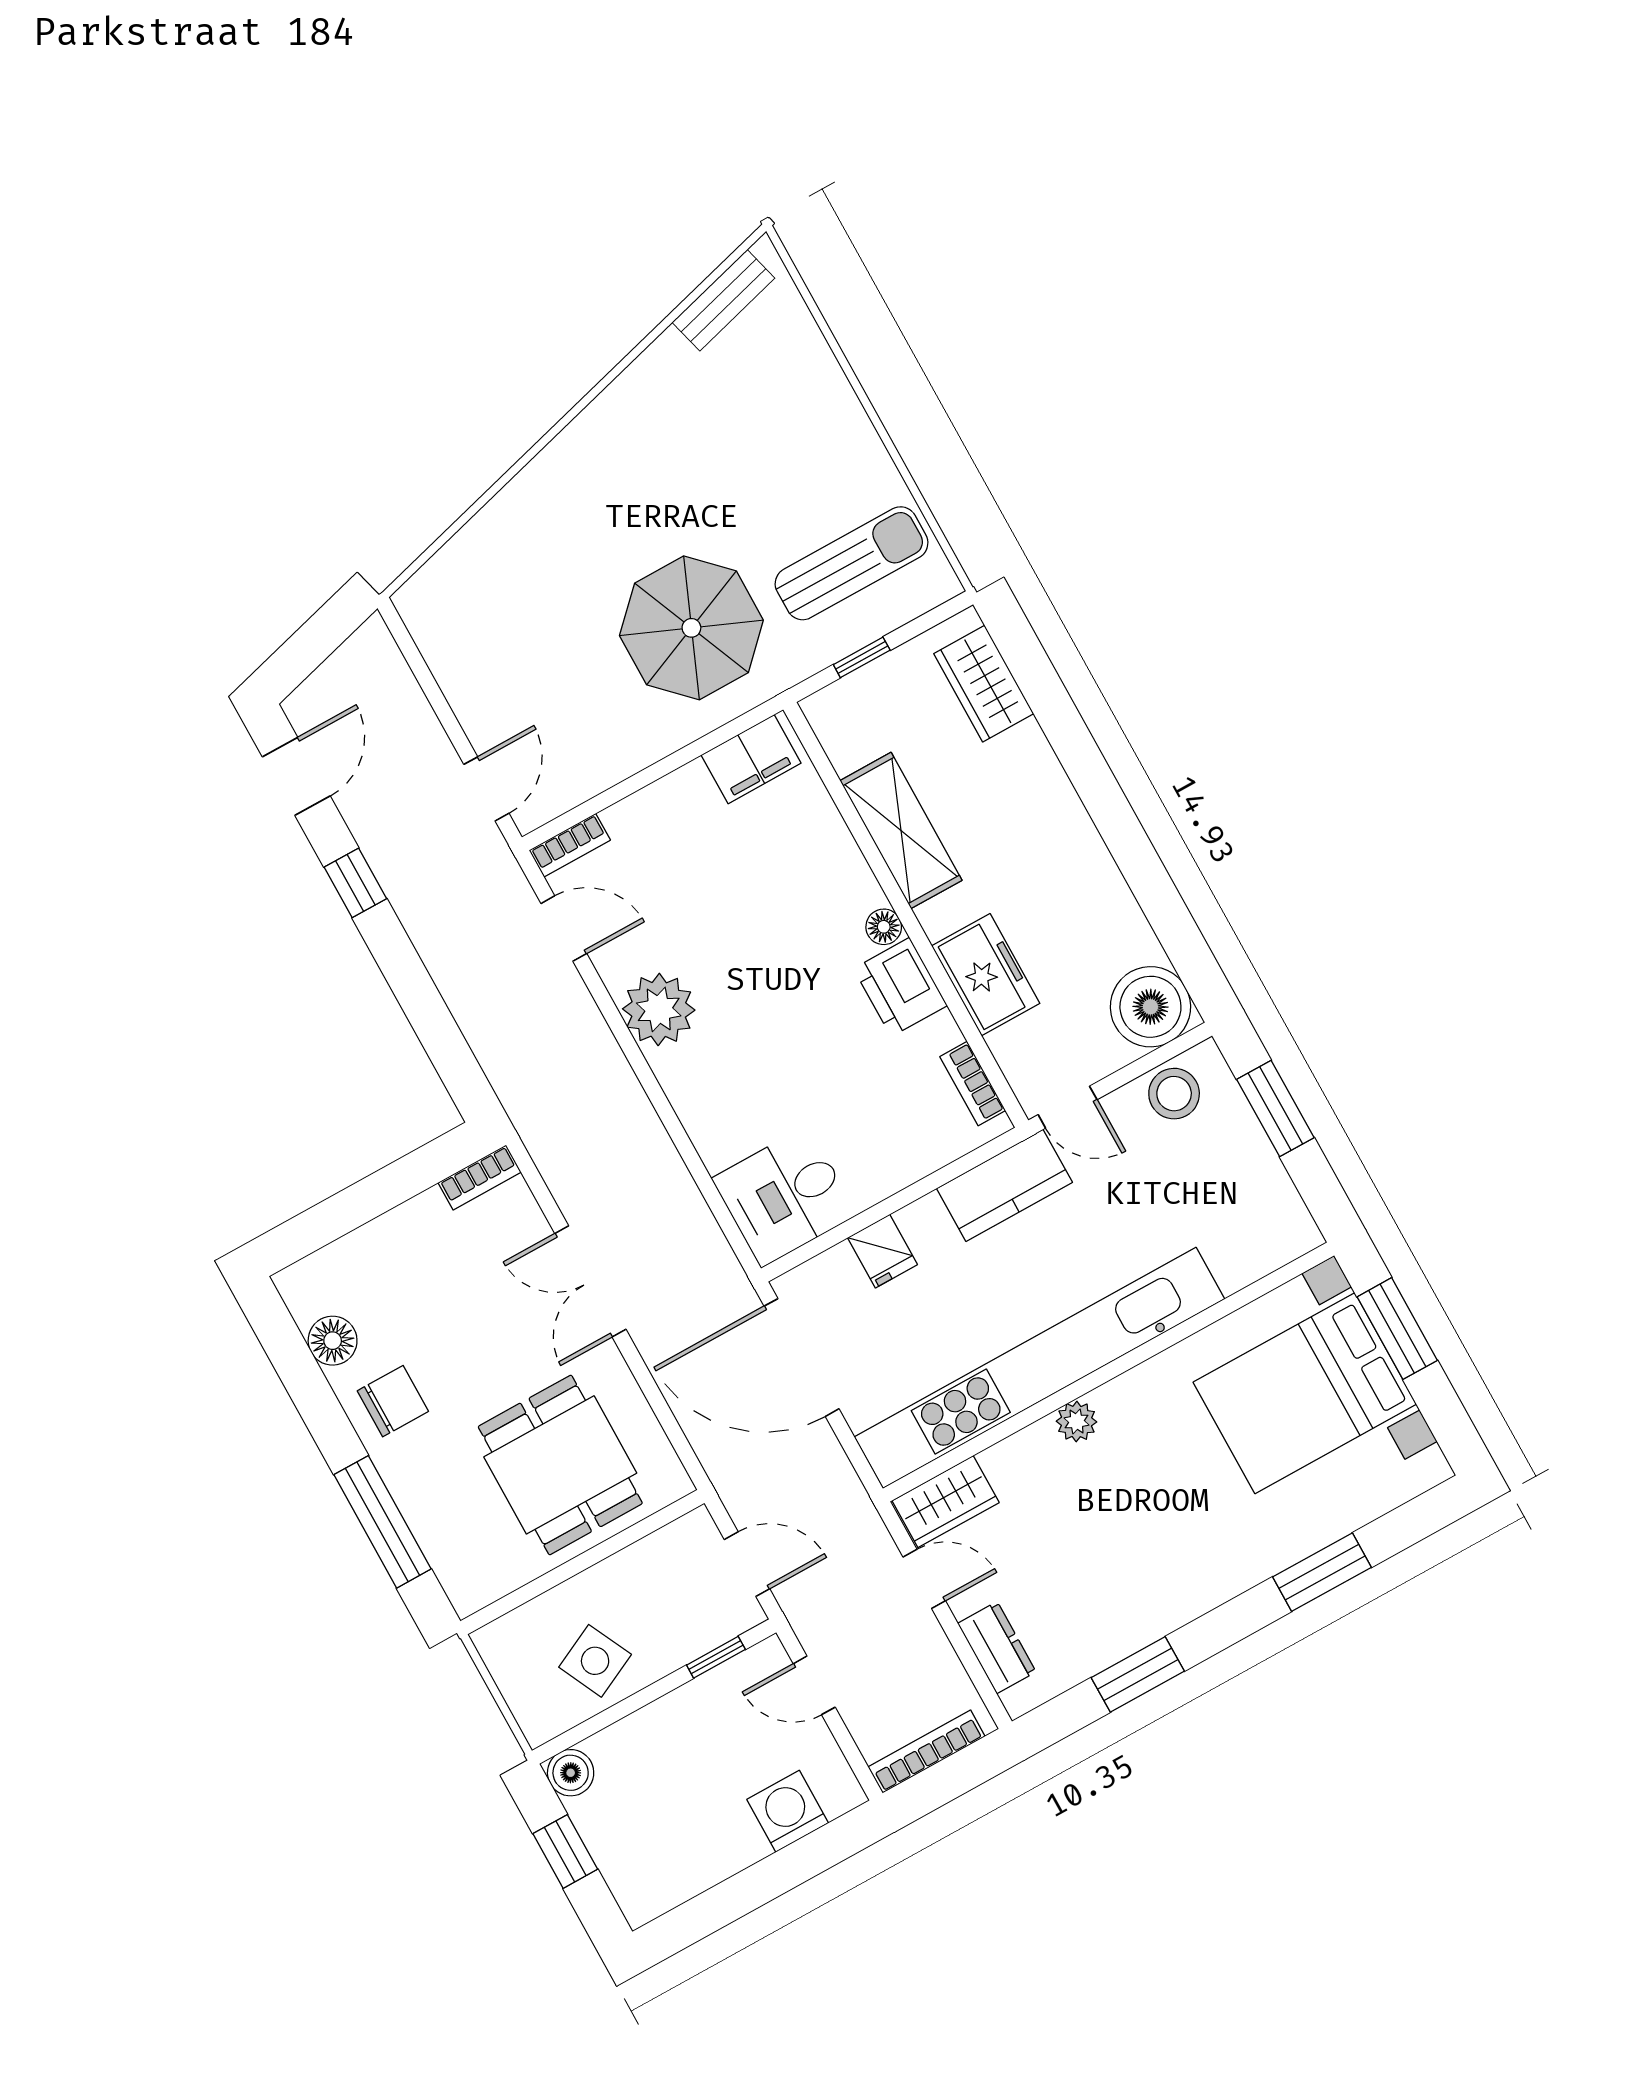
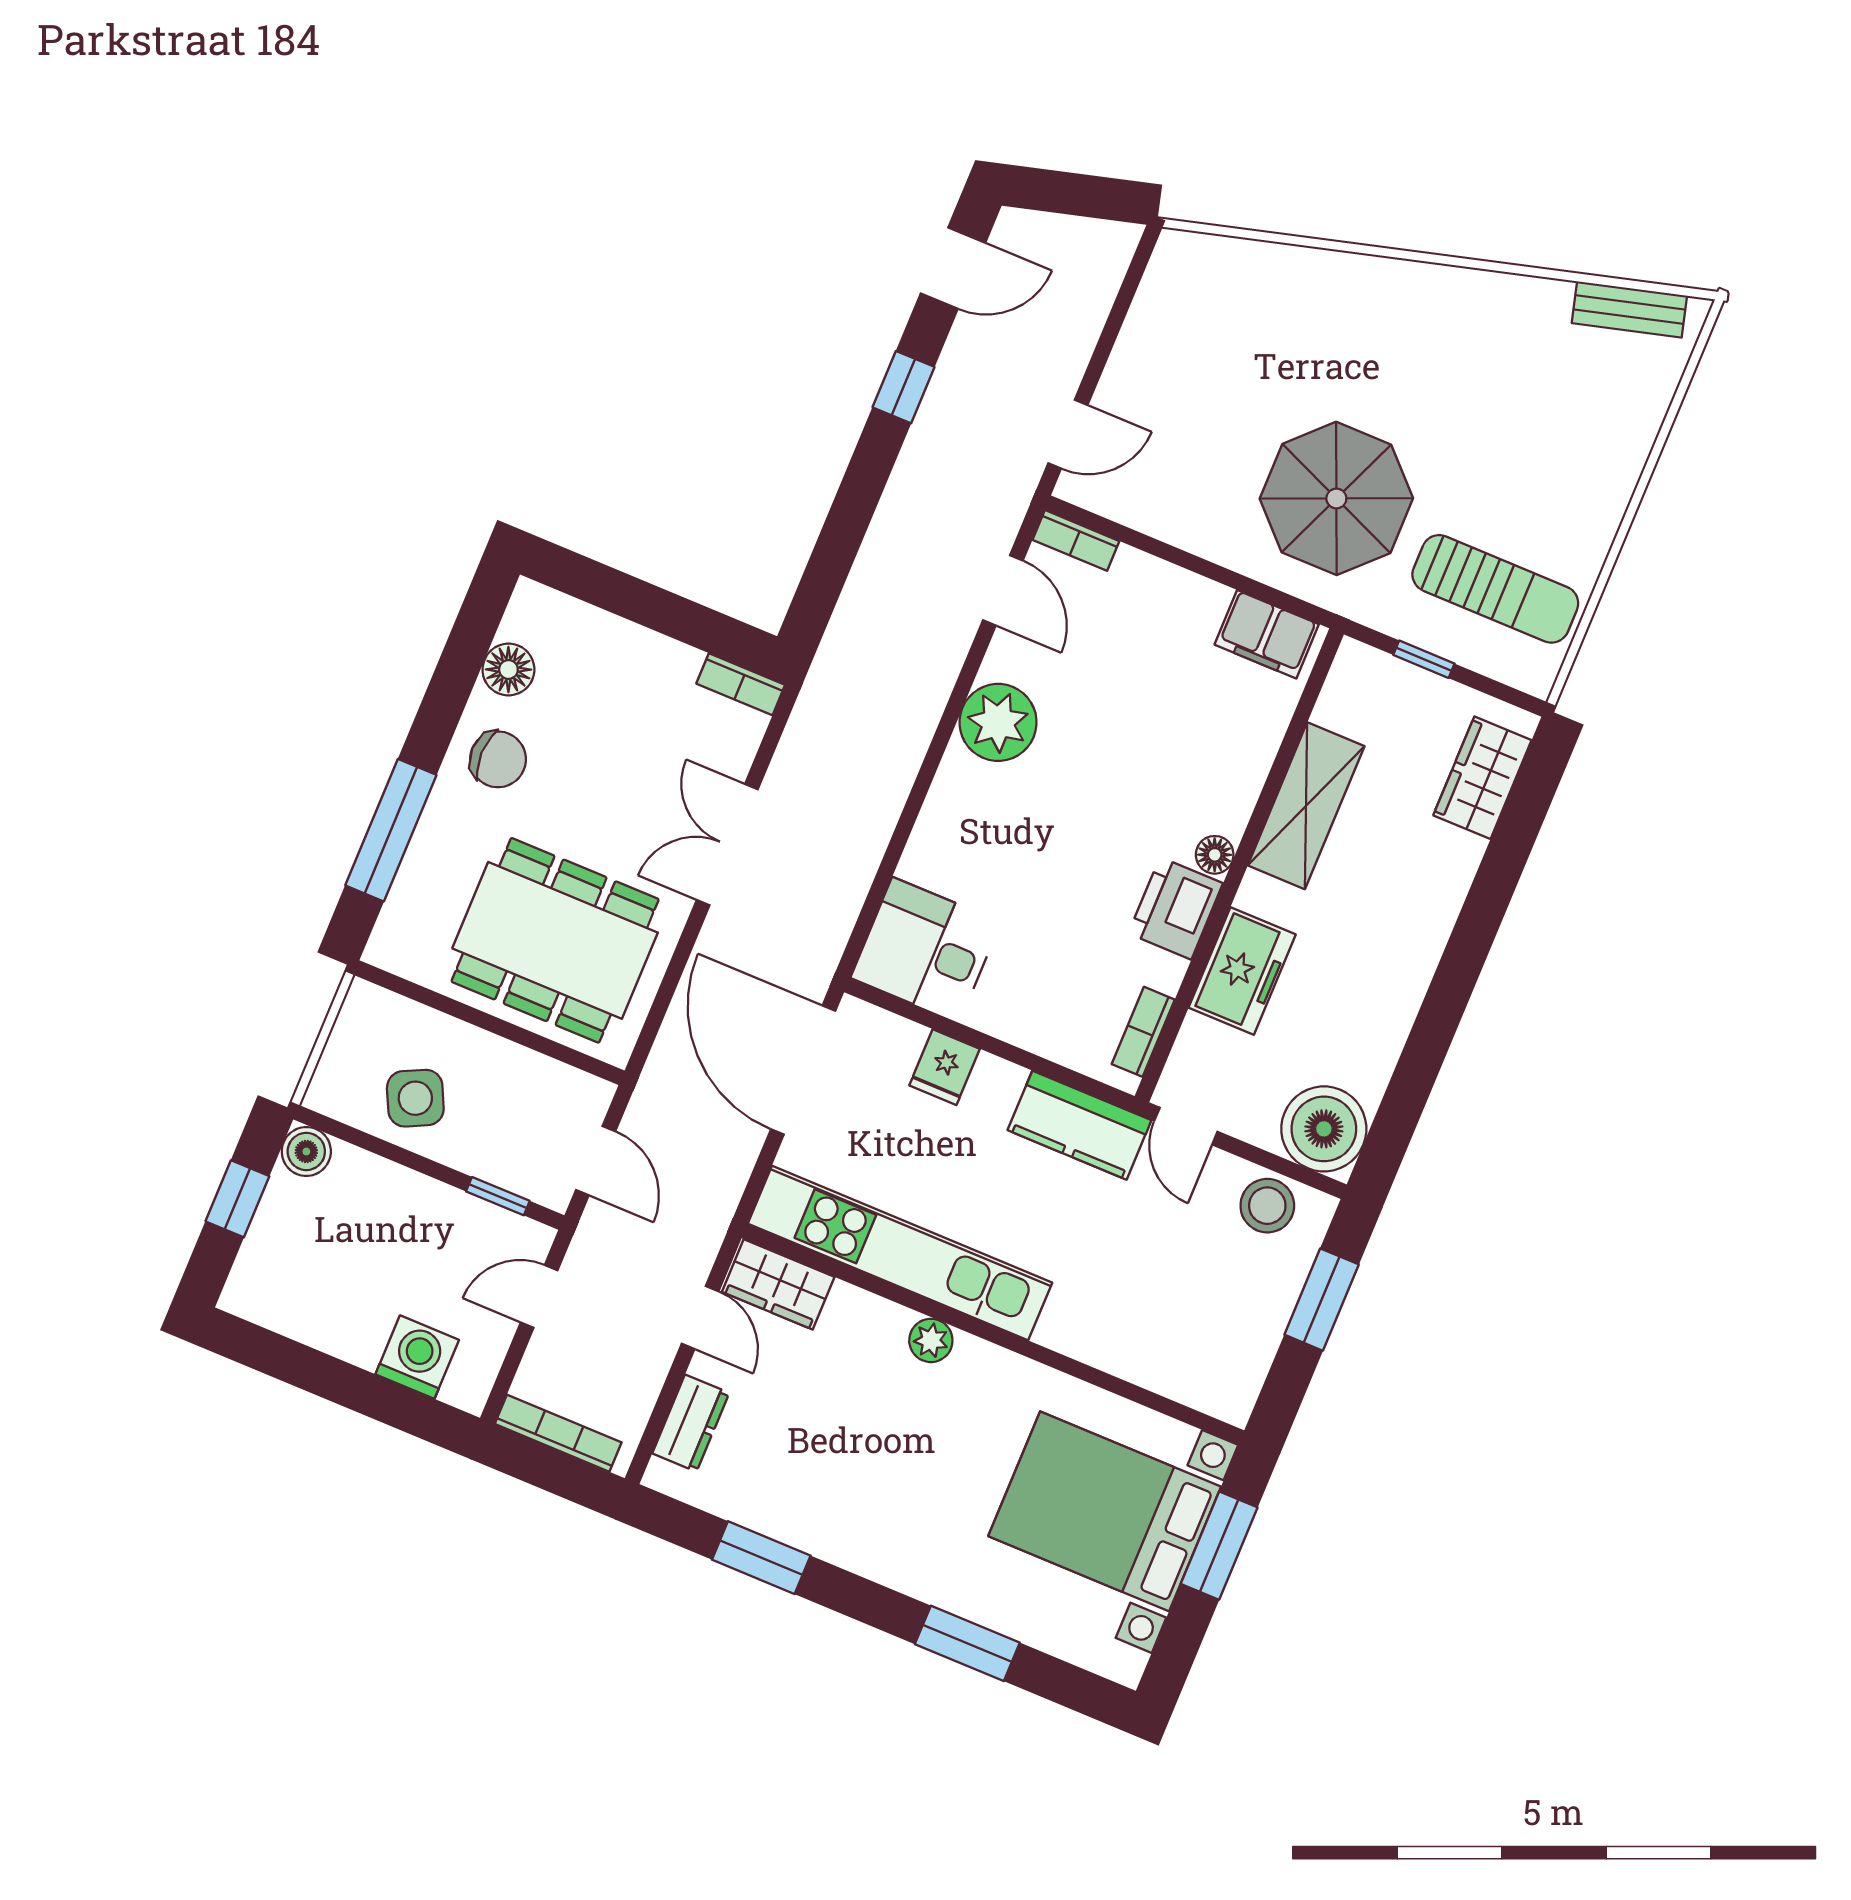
kitchen unit: (1039, 1368) -> (900, 1253), width x0.73
dining table: (560, 1465) -> (555, 940), width x1.38
door: (814, 1685) -> (539, 1296), hinge flipped

